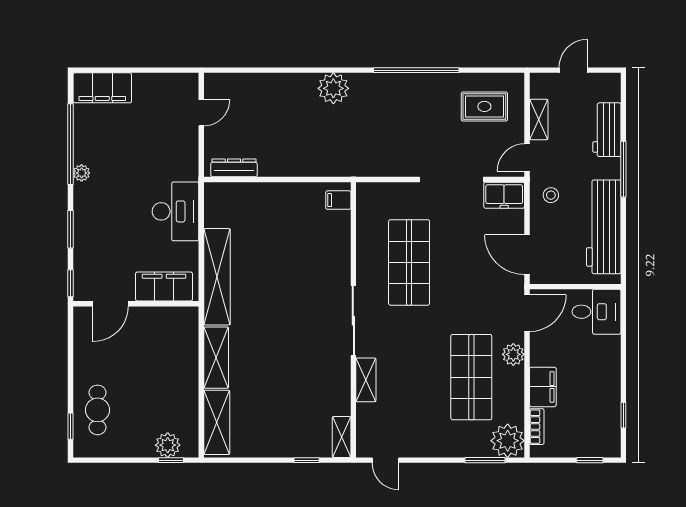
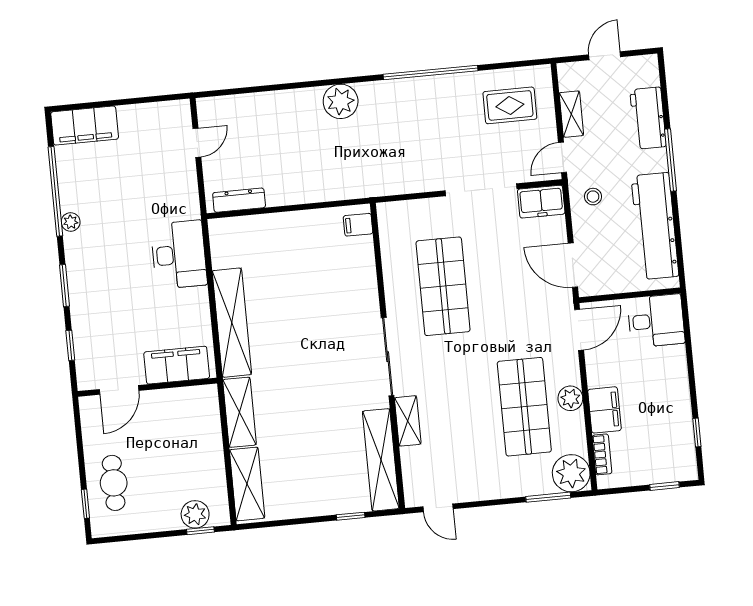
filing cabinet: (164, 286) -> (177, 365), moved
door: (110, 304) -> (119, 390), moved
wall: (136, 304) -> (147, 387), moved
plant: (513, 354) -> (570, 398), moved
shelving: (342, 437) -> (381, 460), width x2.20, depth x1.33

